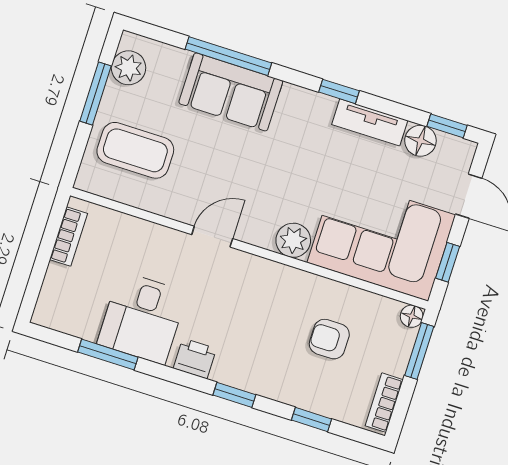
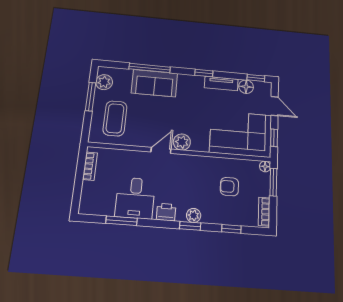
coffee table: (135, 150) -> (115, 118), turned 90
plant: (293, 240) -> (182, 142), moved
plant: (246, 377) -> (194, 215), added

